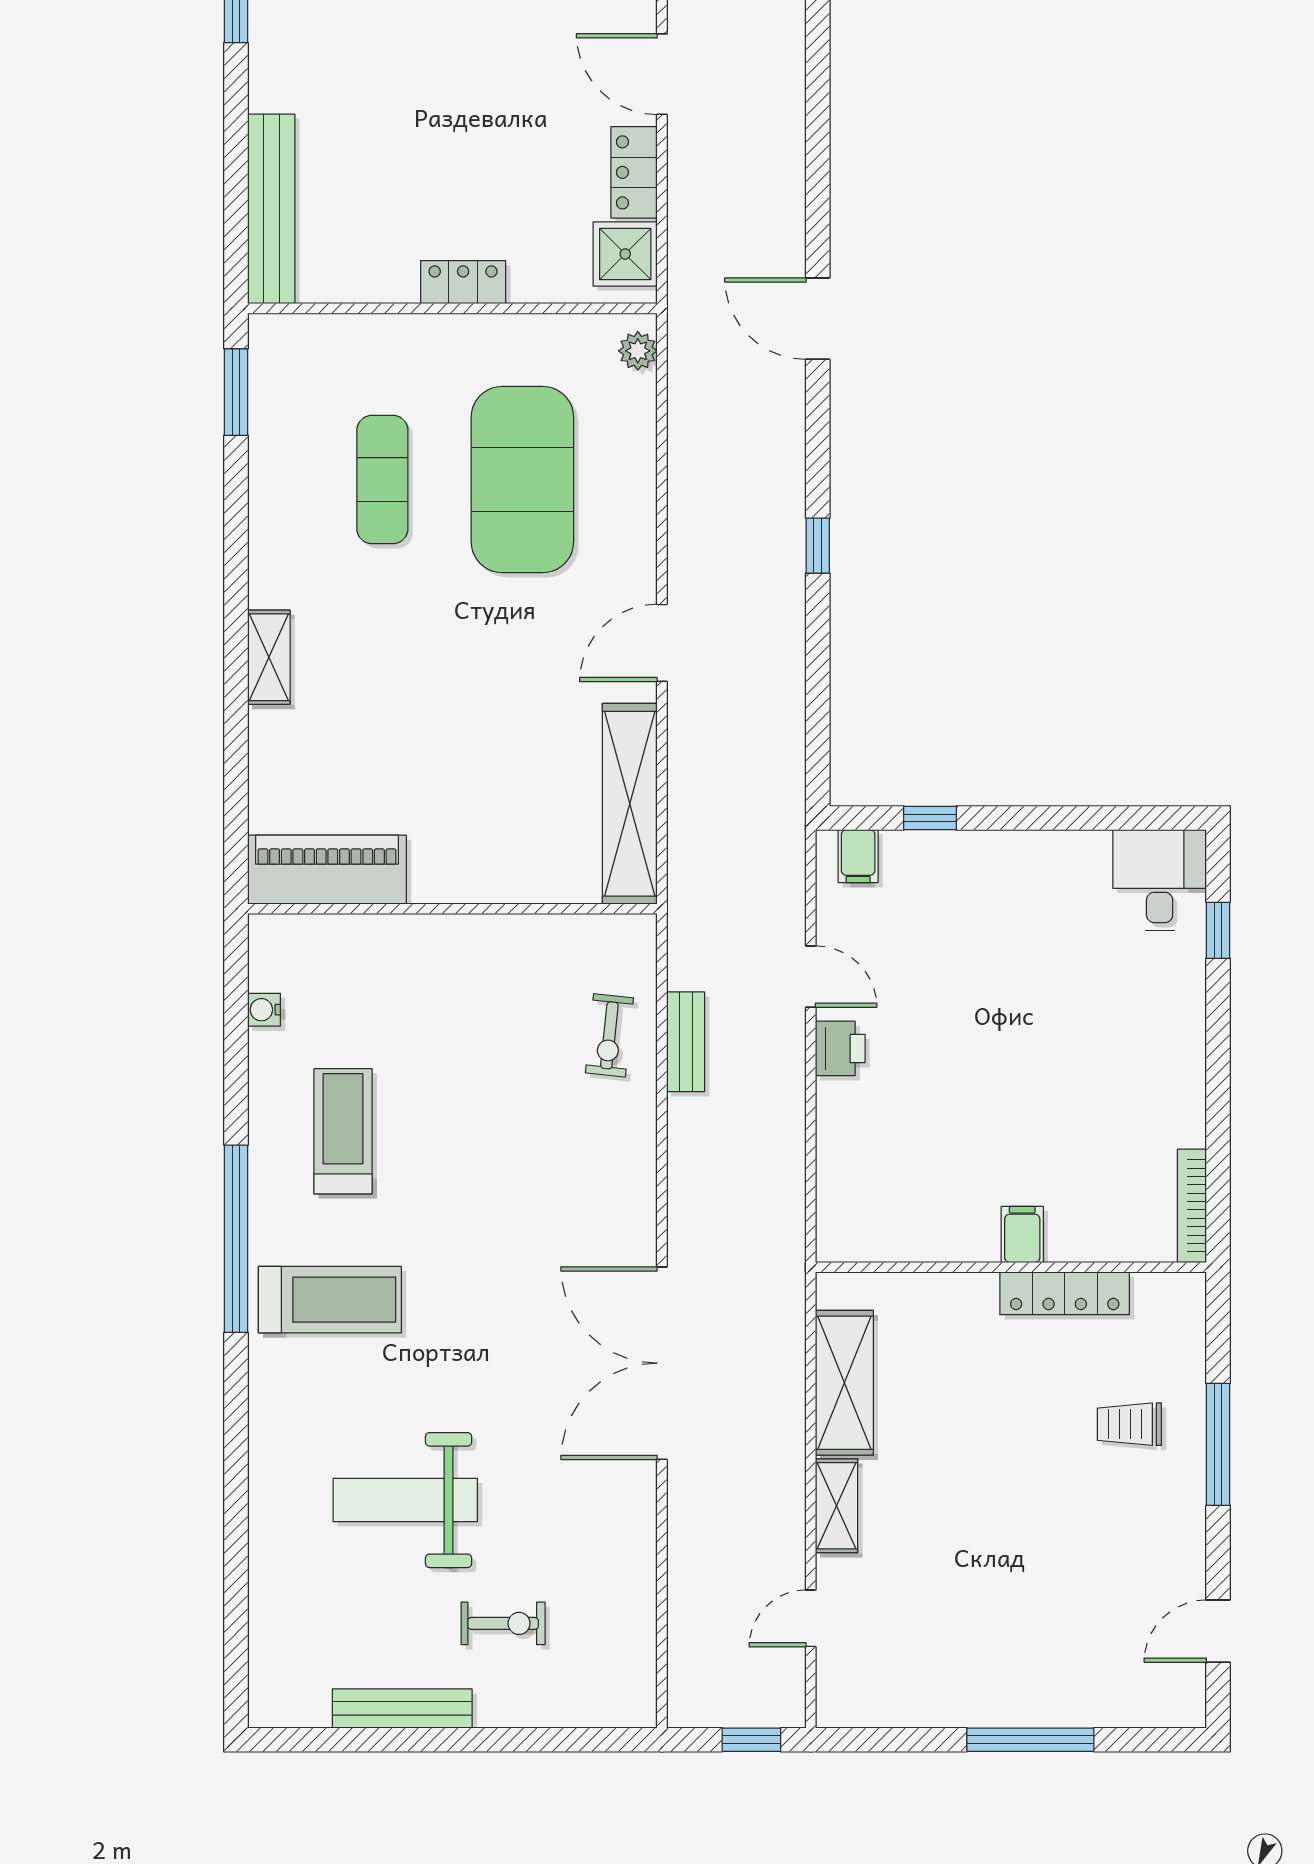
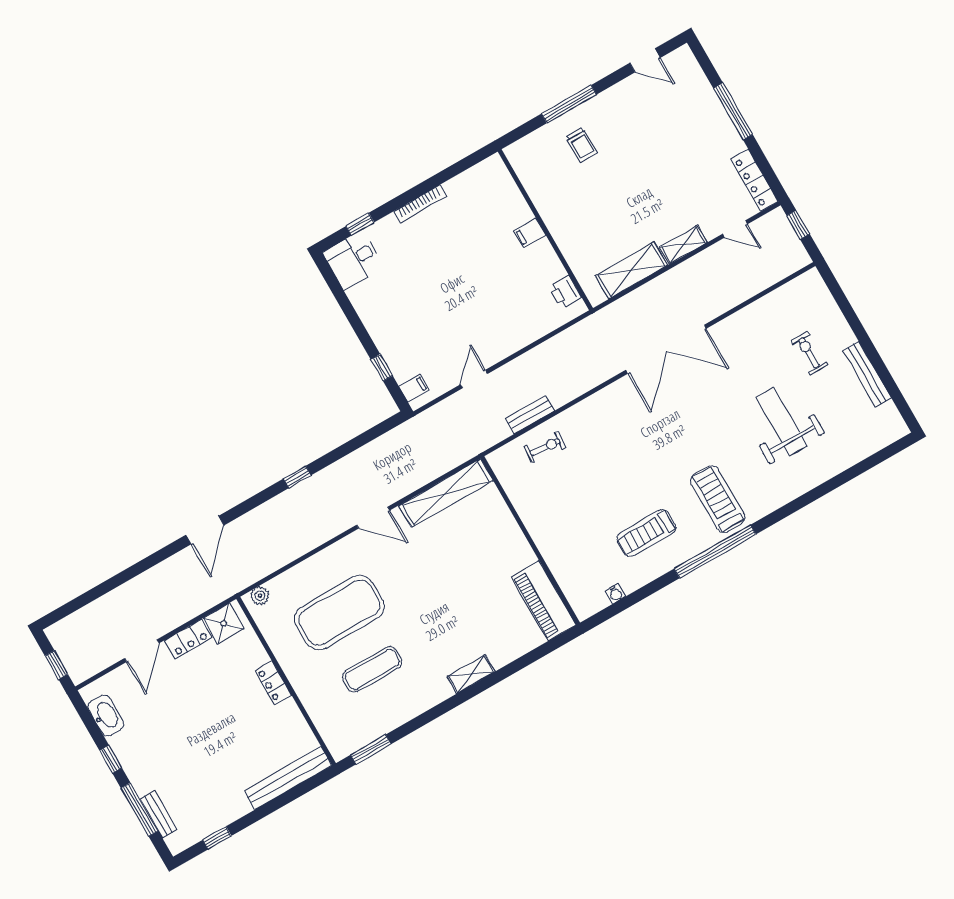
printer: (840, 1048) -> (565, 292), moved, turned -90
bookcase: (1192, 1206) -> (420, 204), moved
locker: (1065, 1293) -> (755, 180), moved, turned 180
weight bench: (405, 1500) -> (782, 422), turned 180

